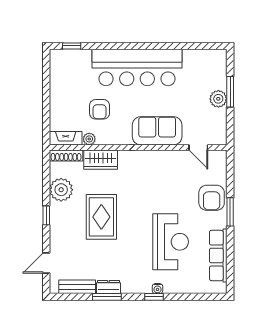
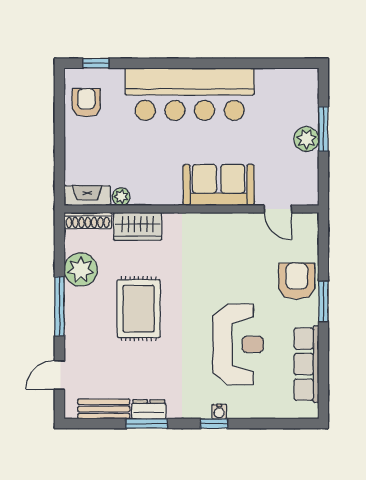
armchair: (100, 109) -> (86, 103), moved, turned 180
armchair: (212, 198) -> (297, 281), turned 180
window: (46, 215) -> (59, 306), width x2.17

